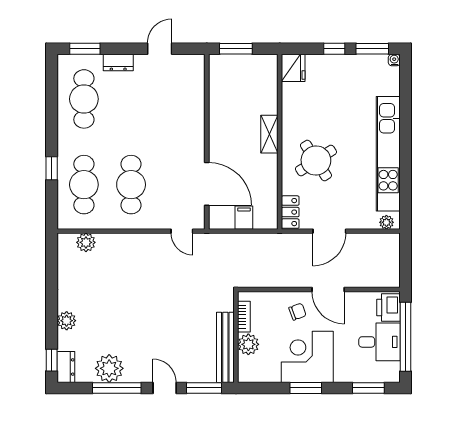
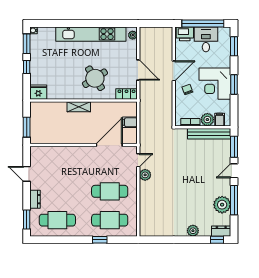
plant: (86, 242) -> (145, 175), moved
filing cabinet: (248, 364) -> (220, 120), added

